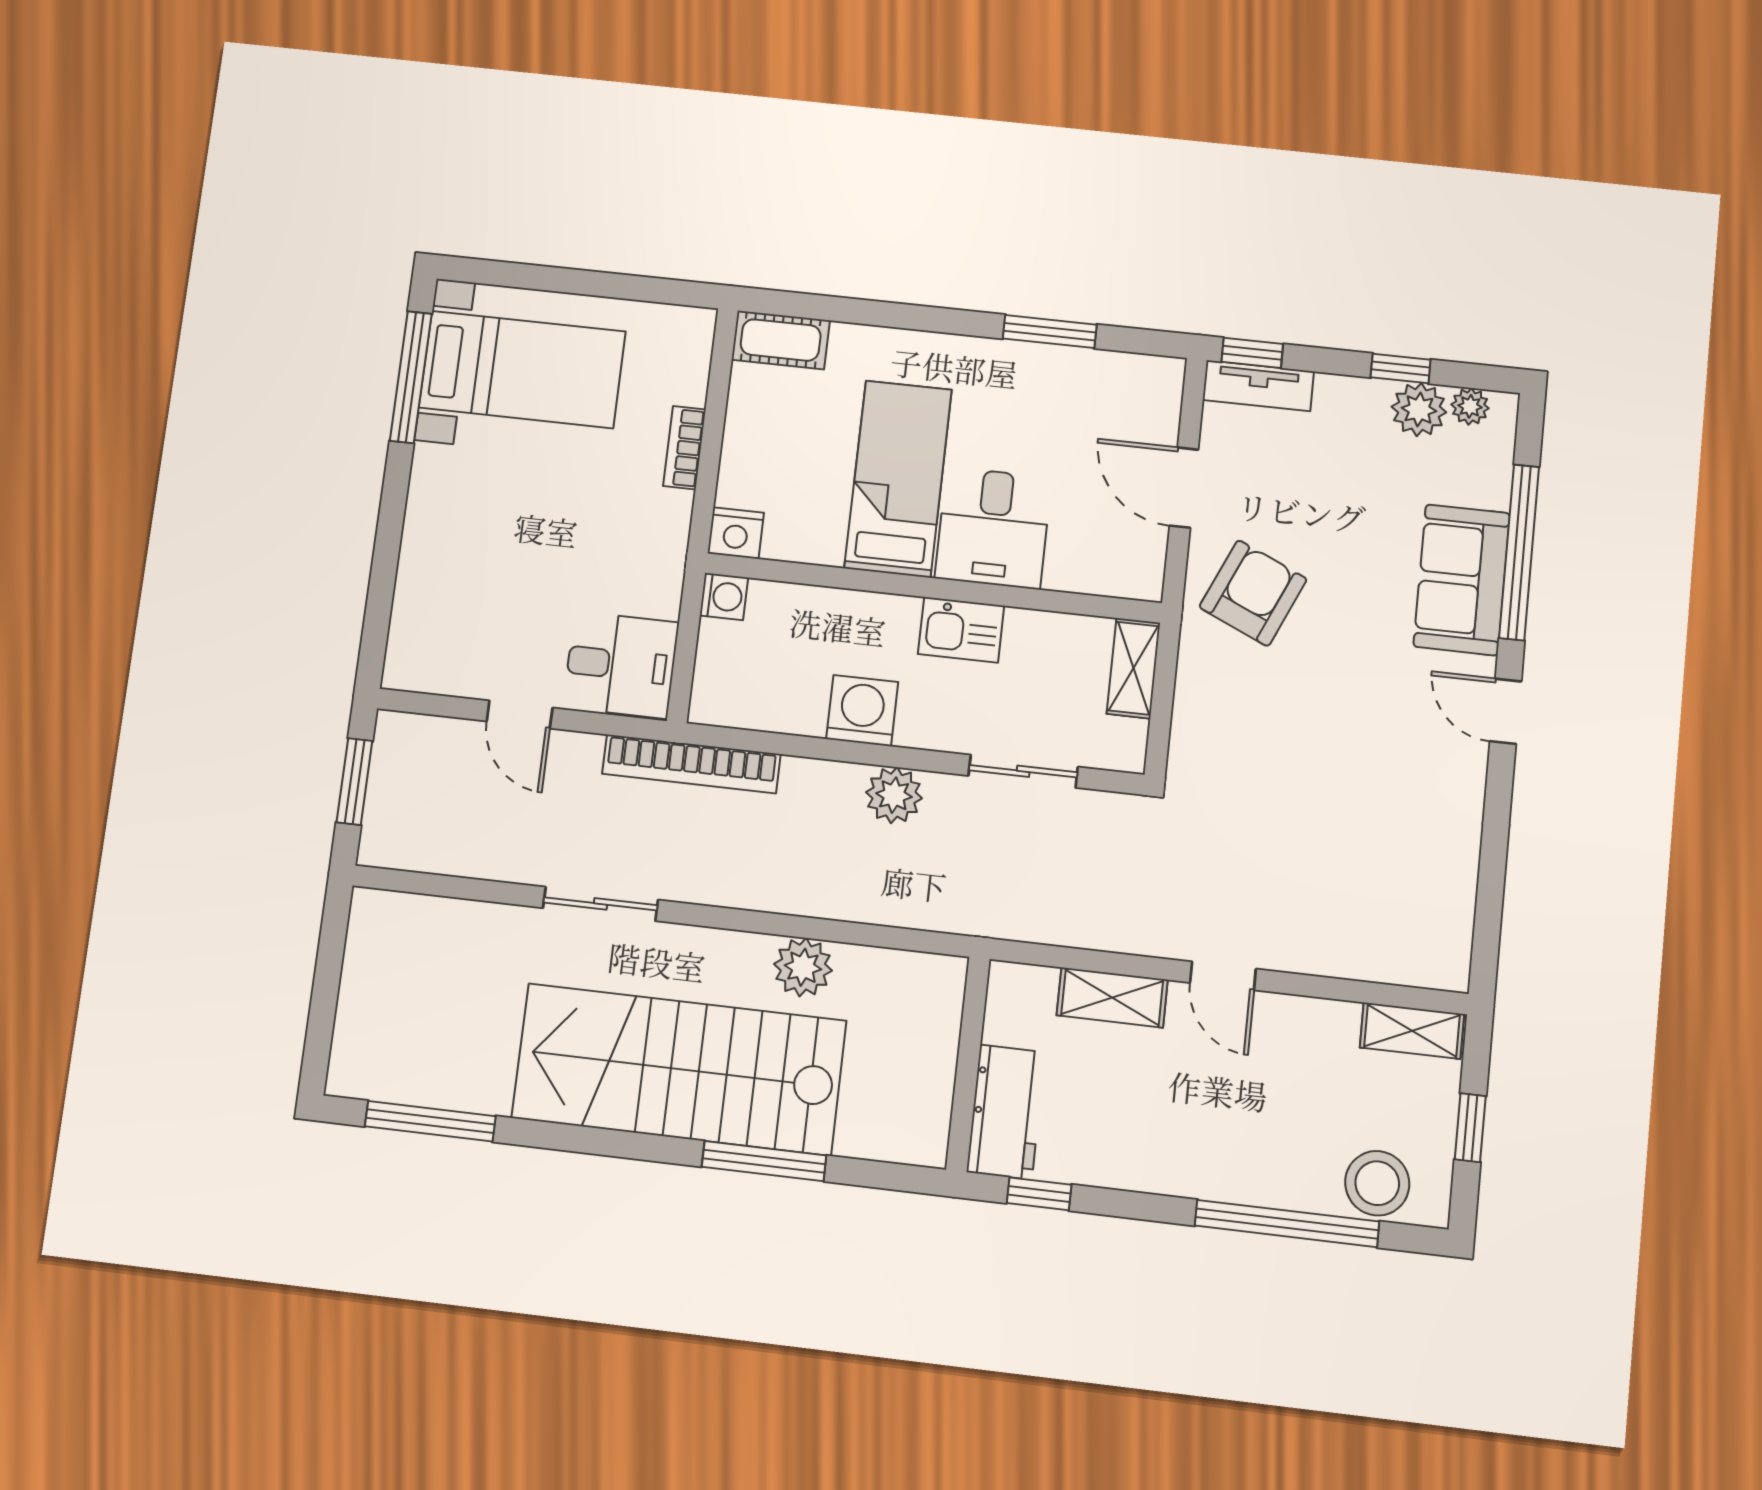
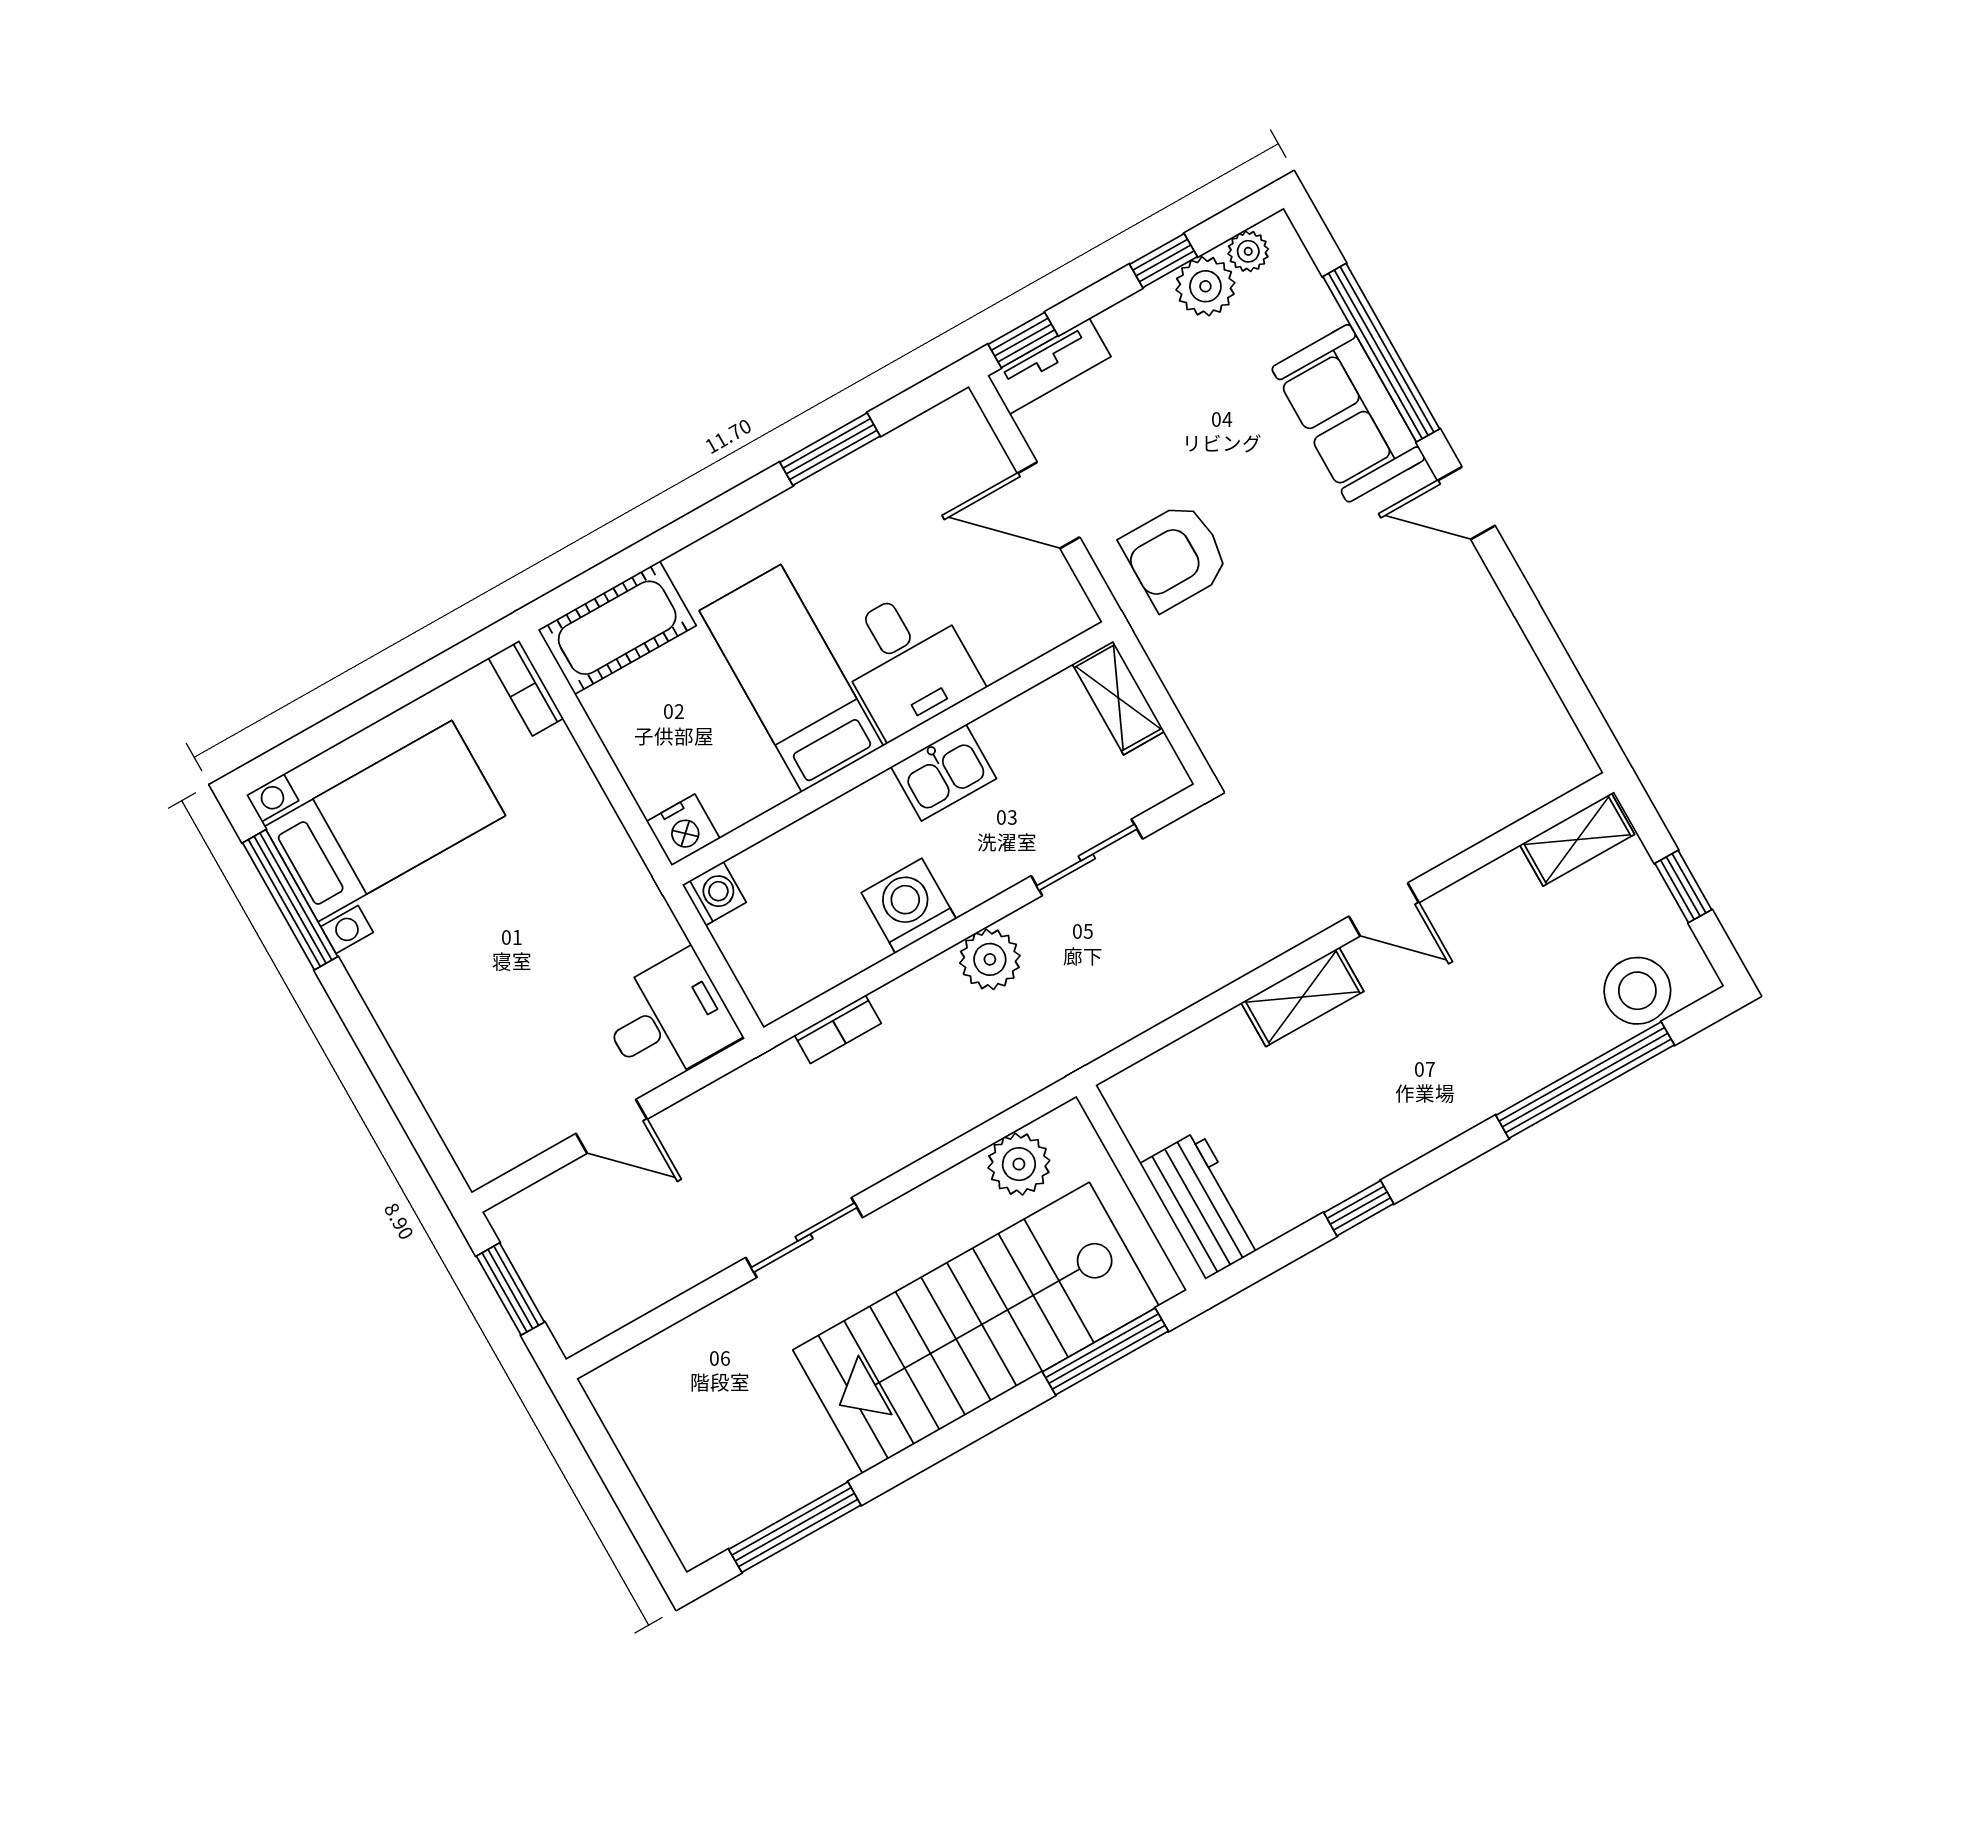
cot: (781, 340) -> (617, 628), width x1.37, depth x1.34
bookcase: (684, 448) -> (526, 688), moved
armchair: (1253, 593) -> (1175, 556), turned -114
bookcase: (691, 764) -> (838, 1029), width x0.43, depth x0.76
wall: (968, 1064) -> (1141, 1188), moved
workbench: (1006, 1112) -> (1203, 1205), moved

